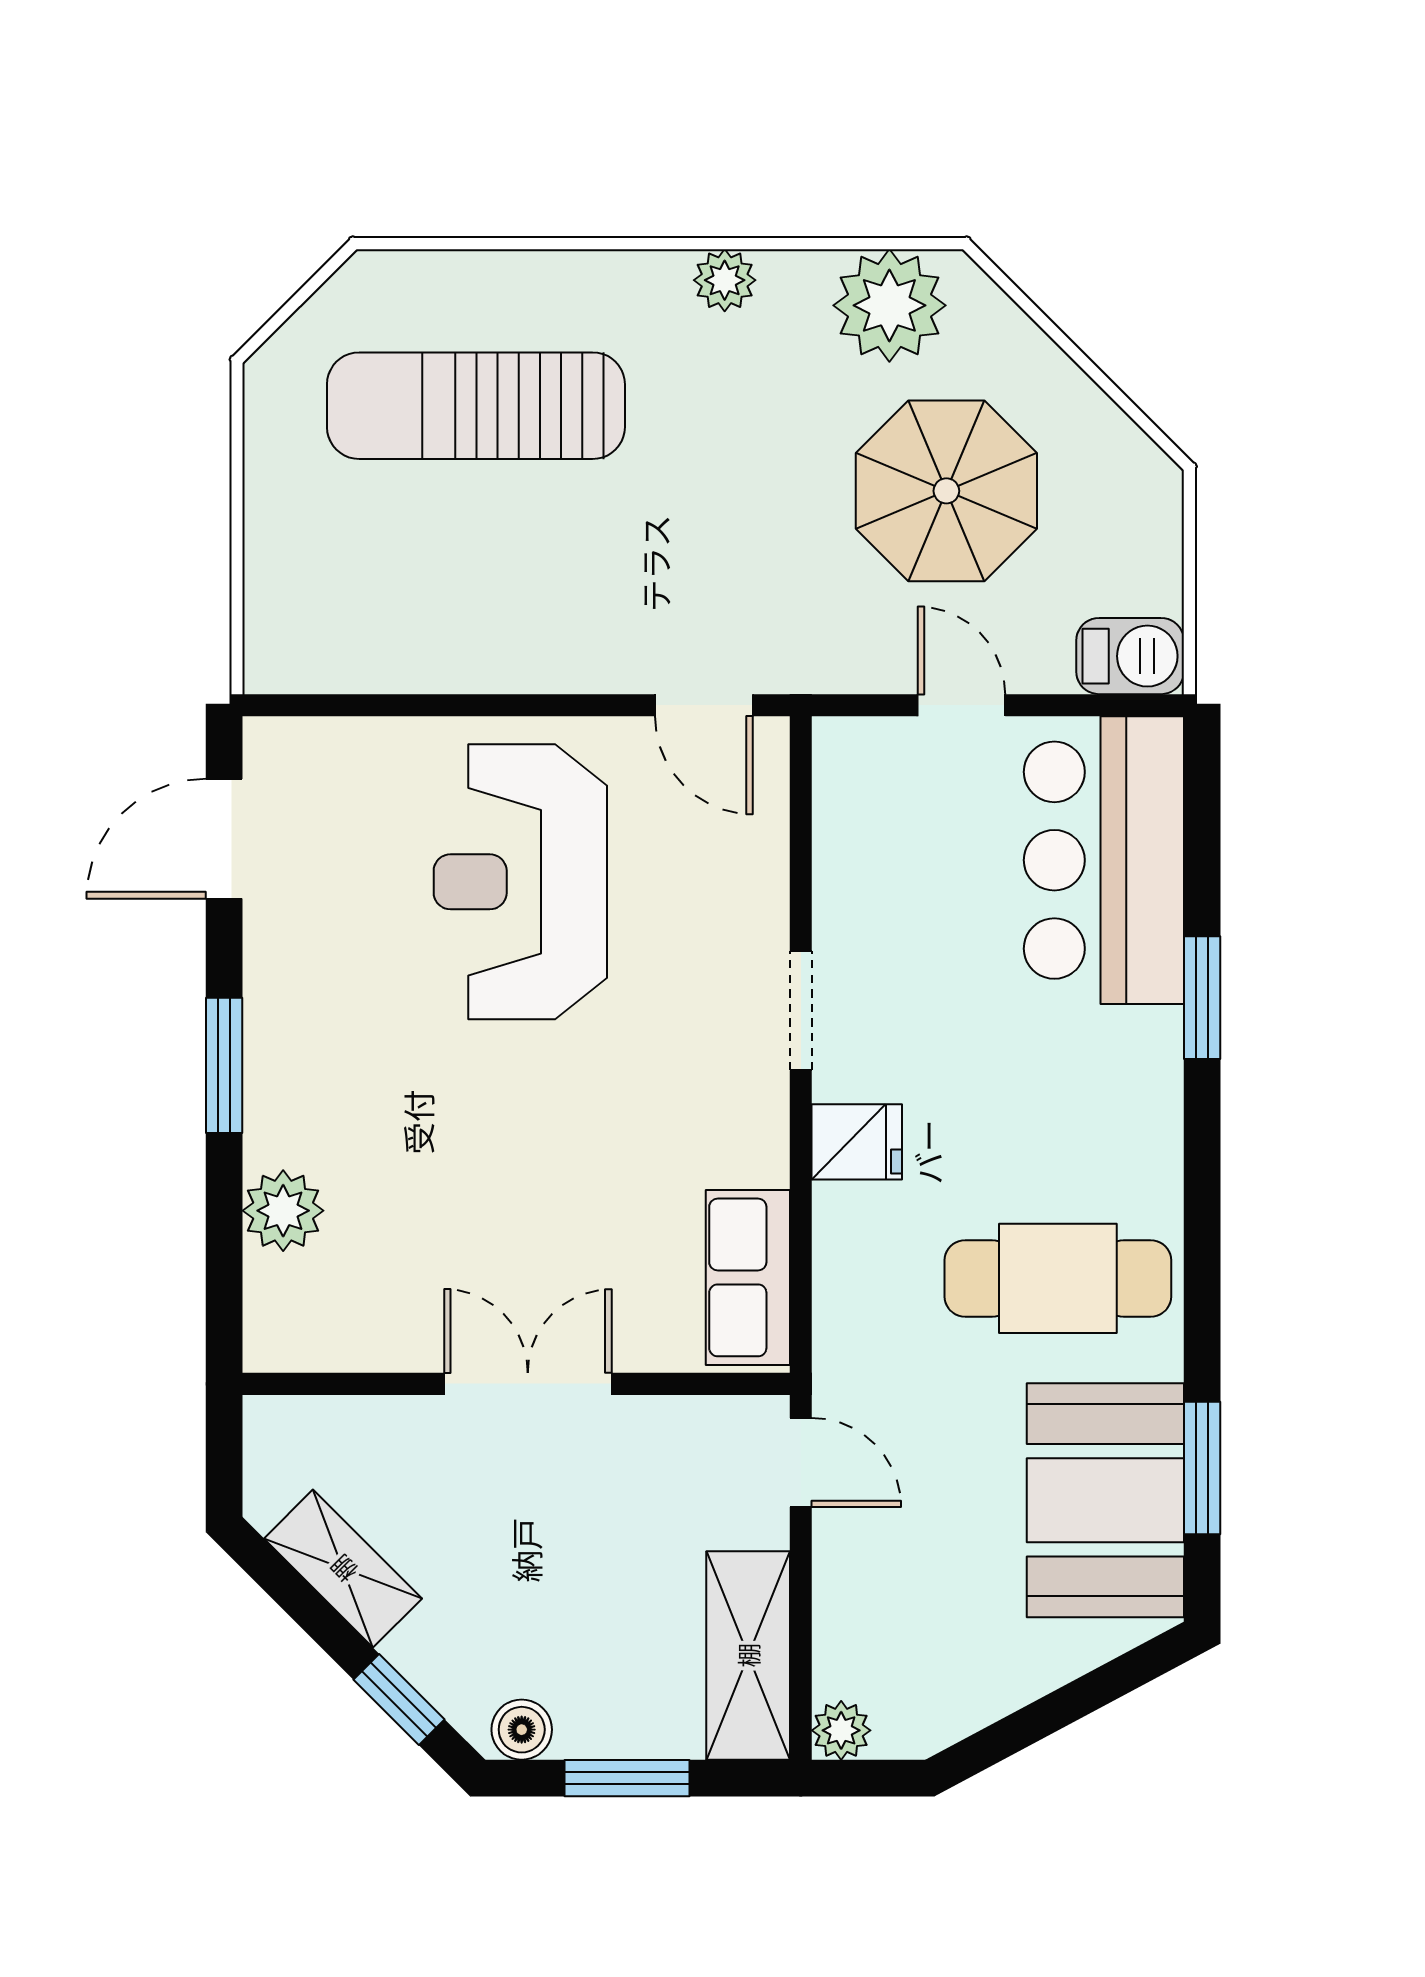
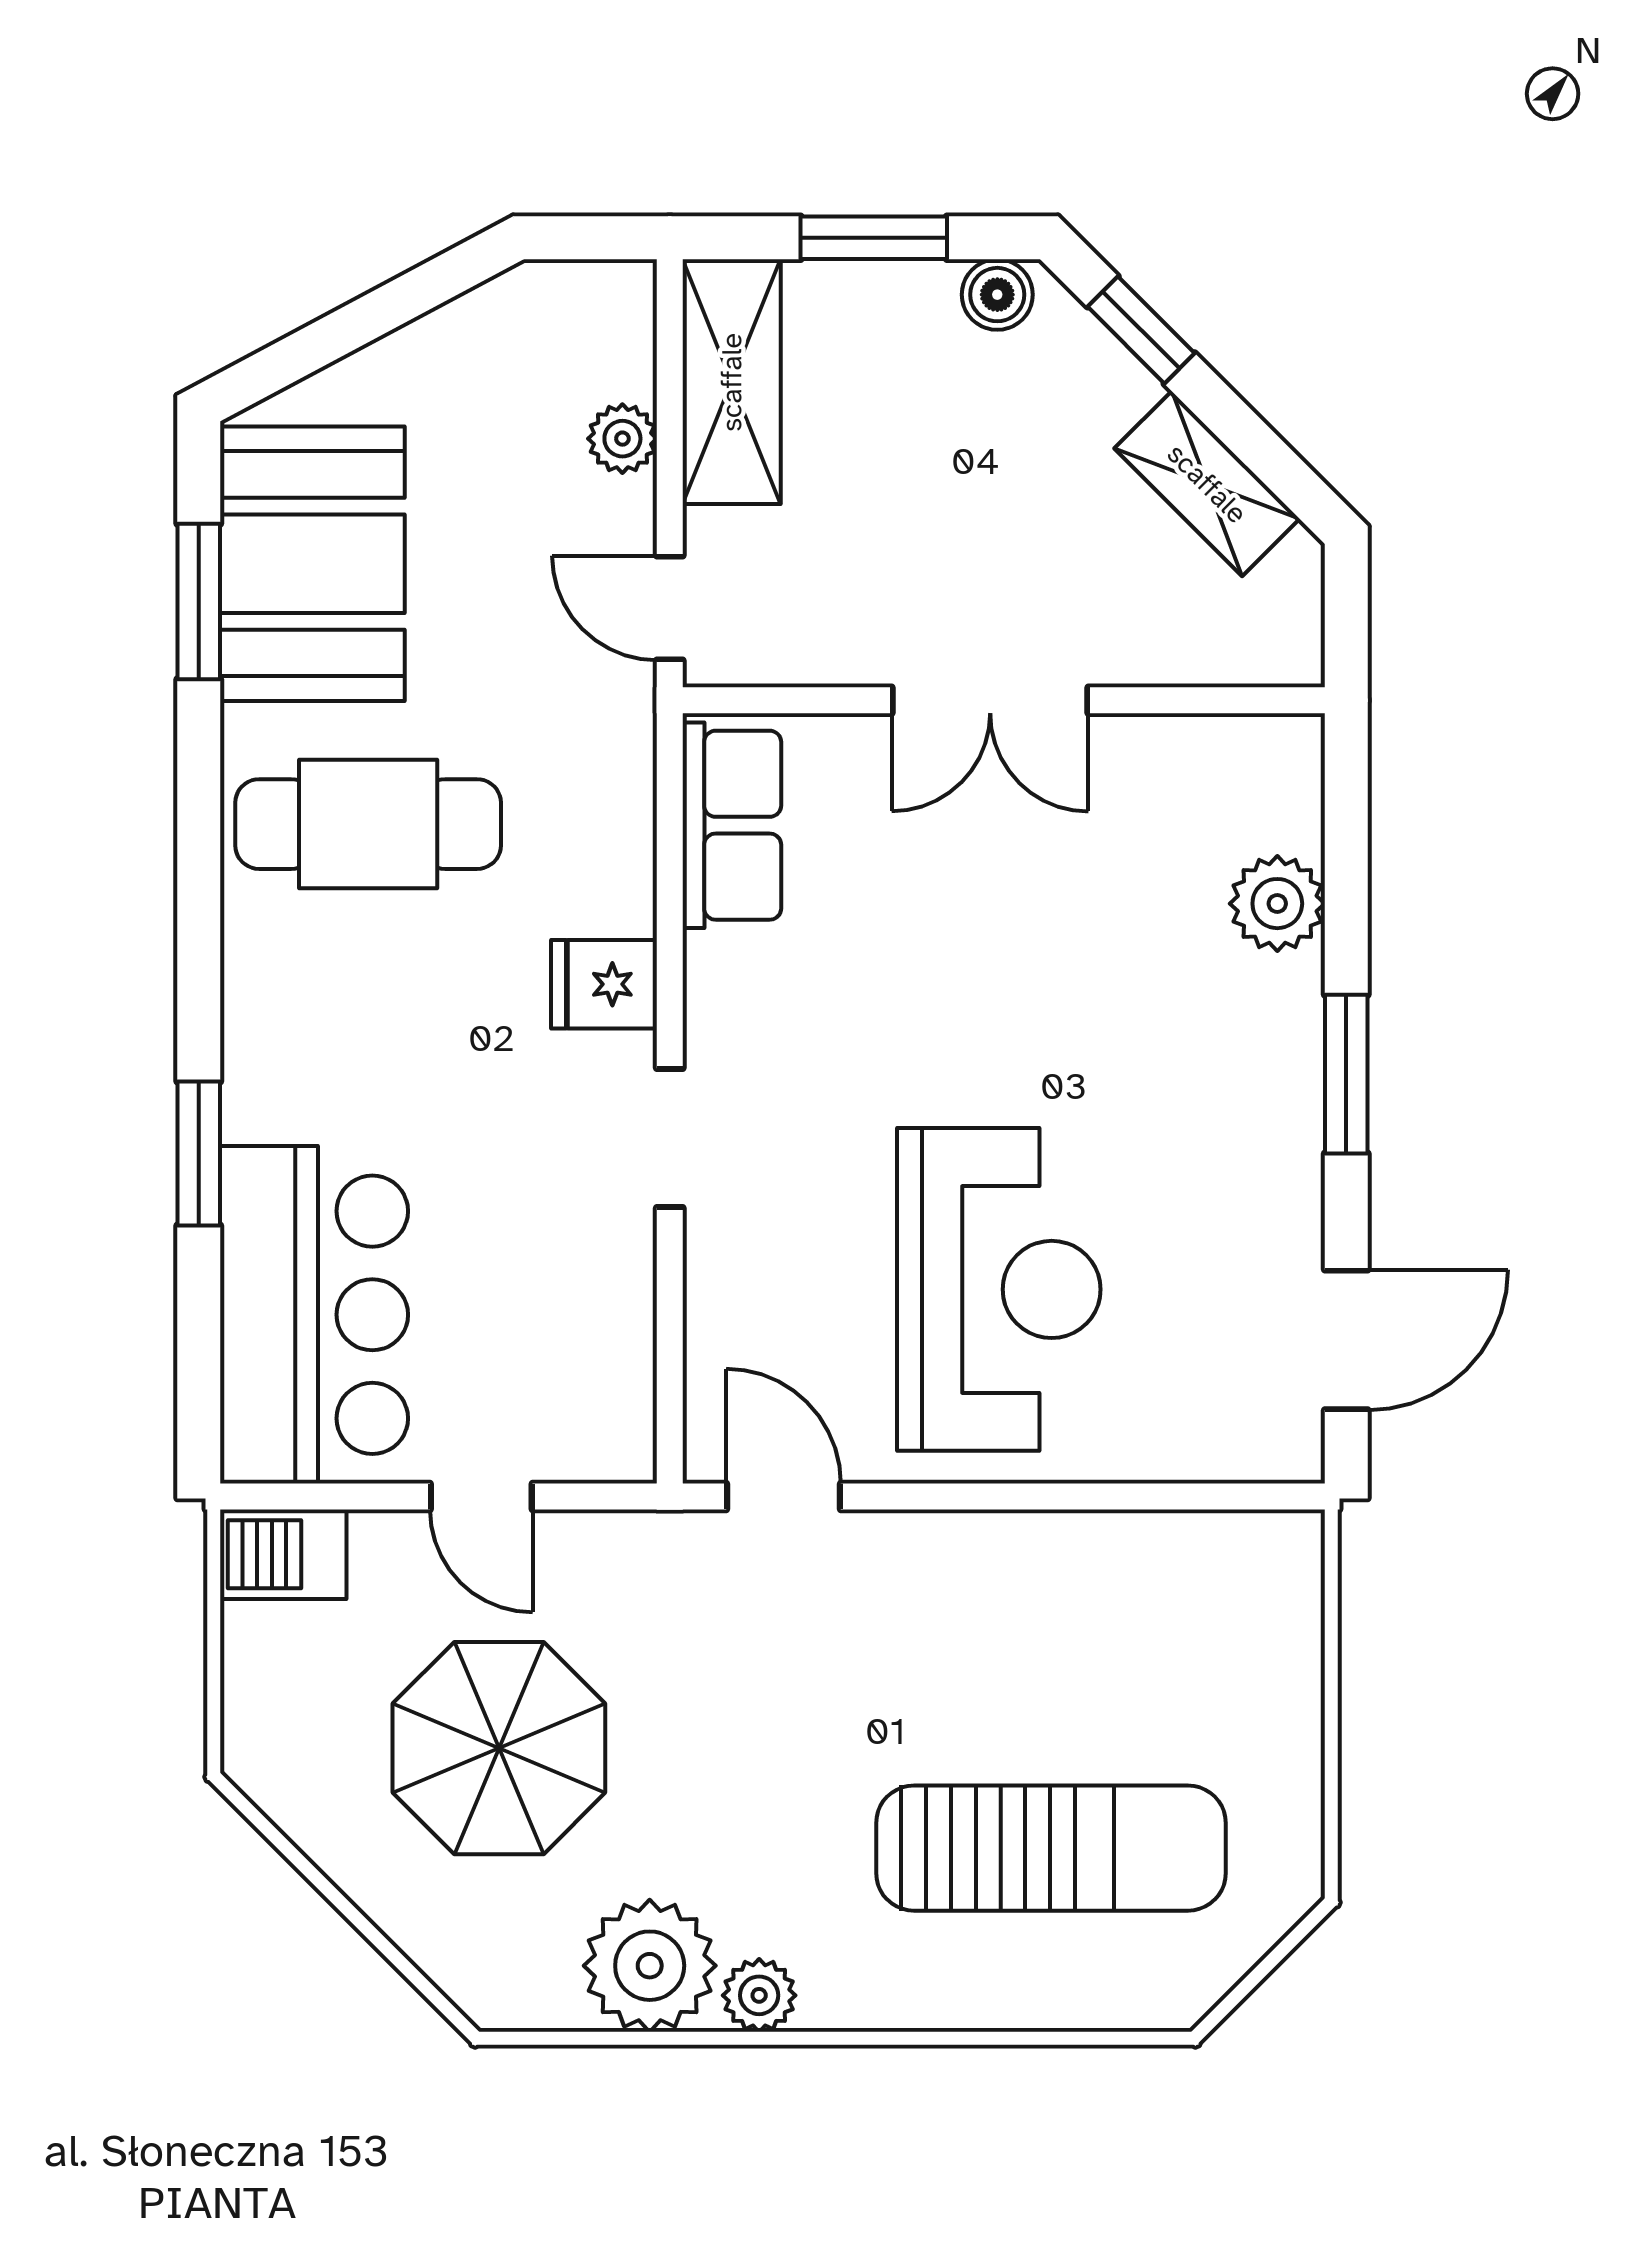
plant: (889, 305) -> (650, 1966), moved
plant: (841, 1730) -> (622, 439), moved

